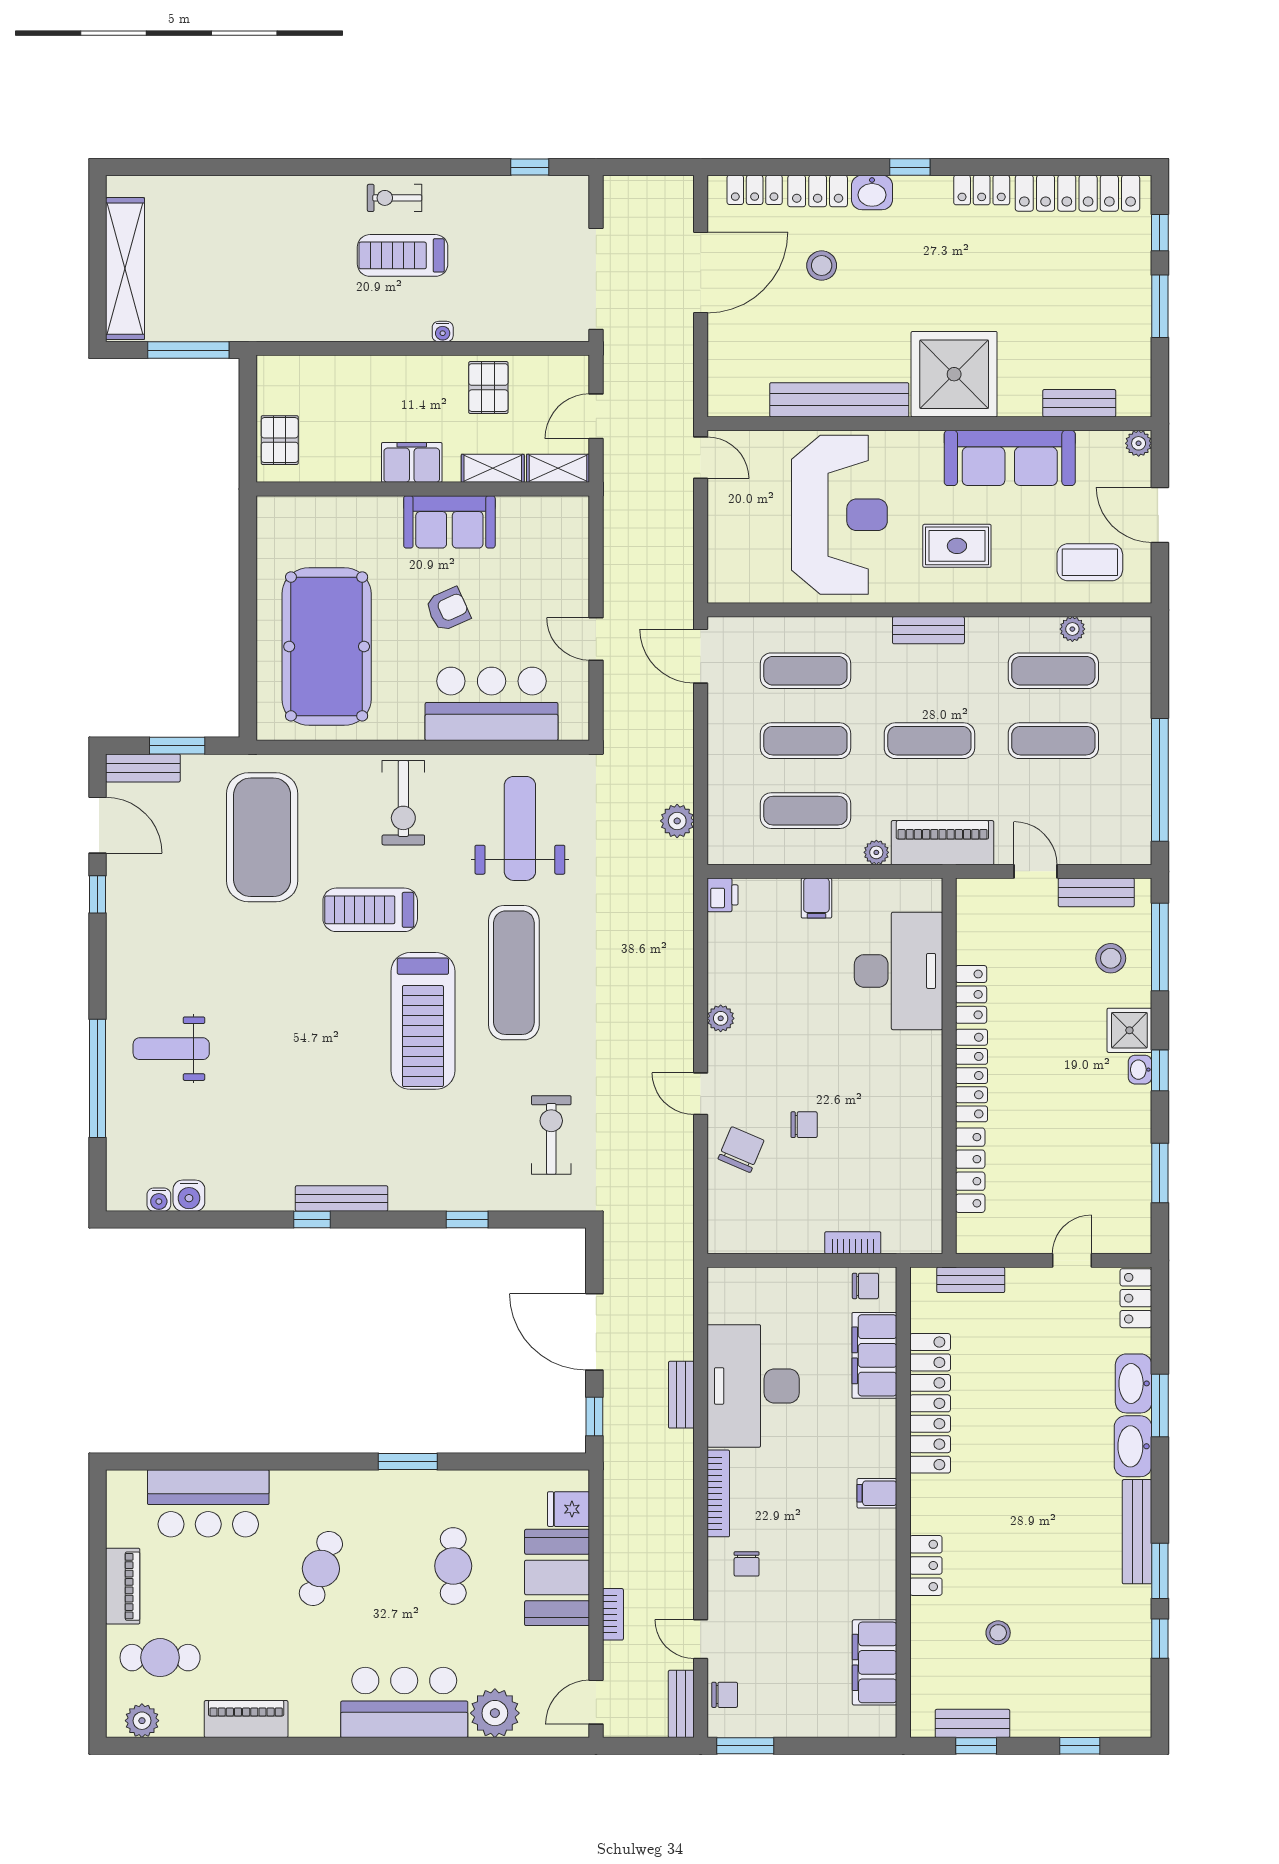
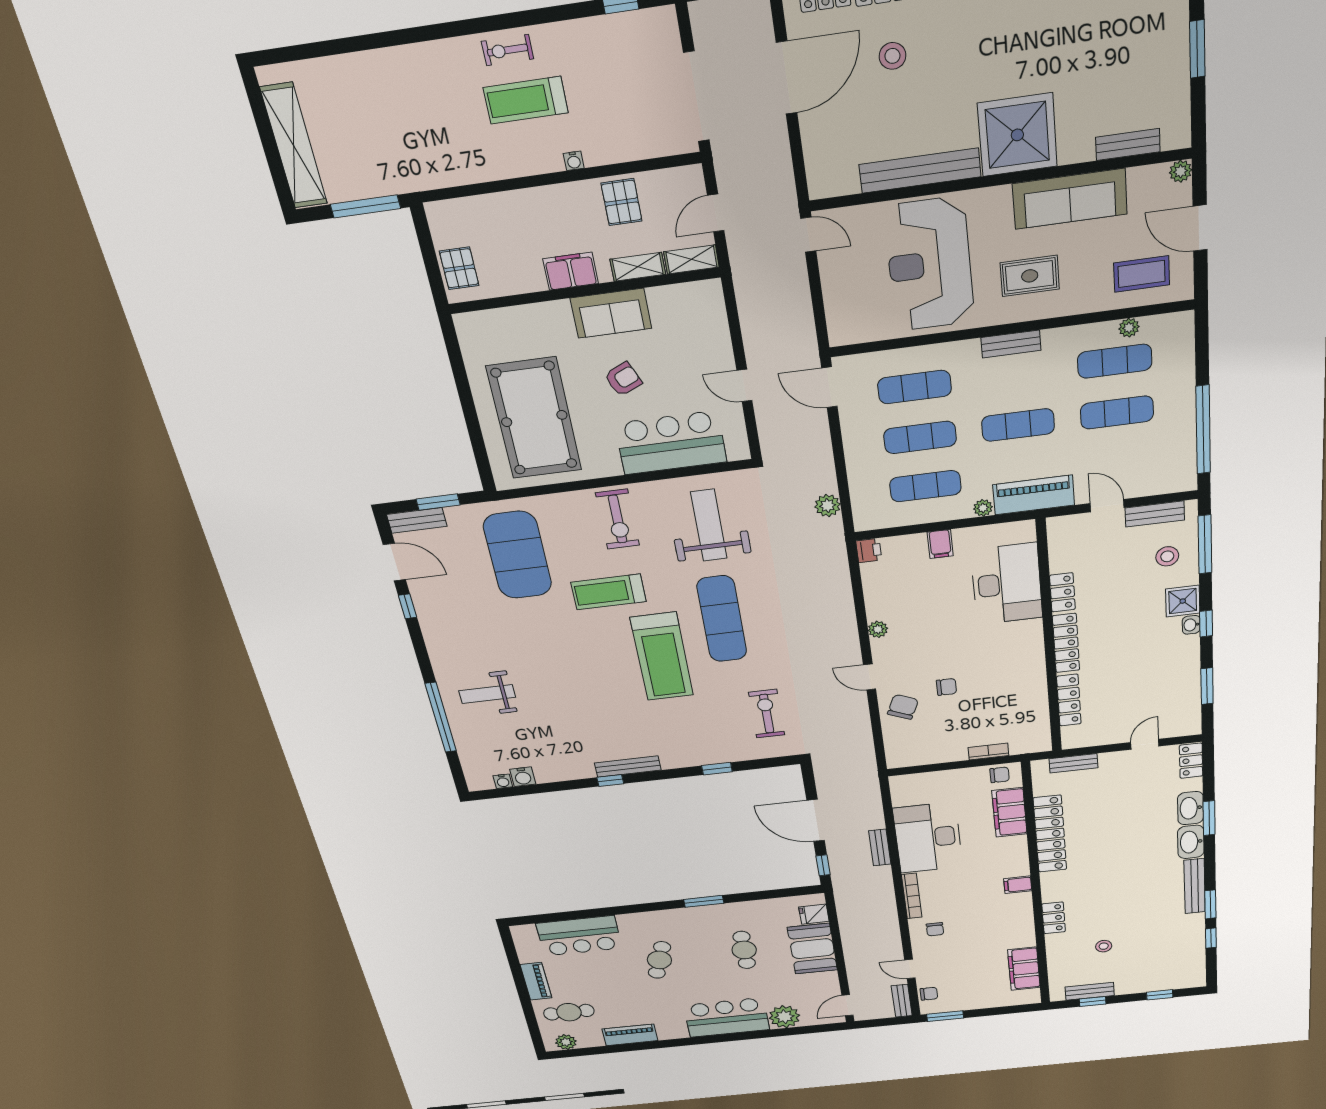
reception desk: (839, 515) -> (930, 264), turned 180
bookcase: (613, 1614) -> (851, 963), removed

